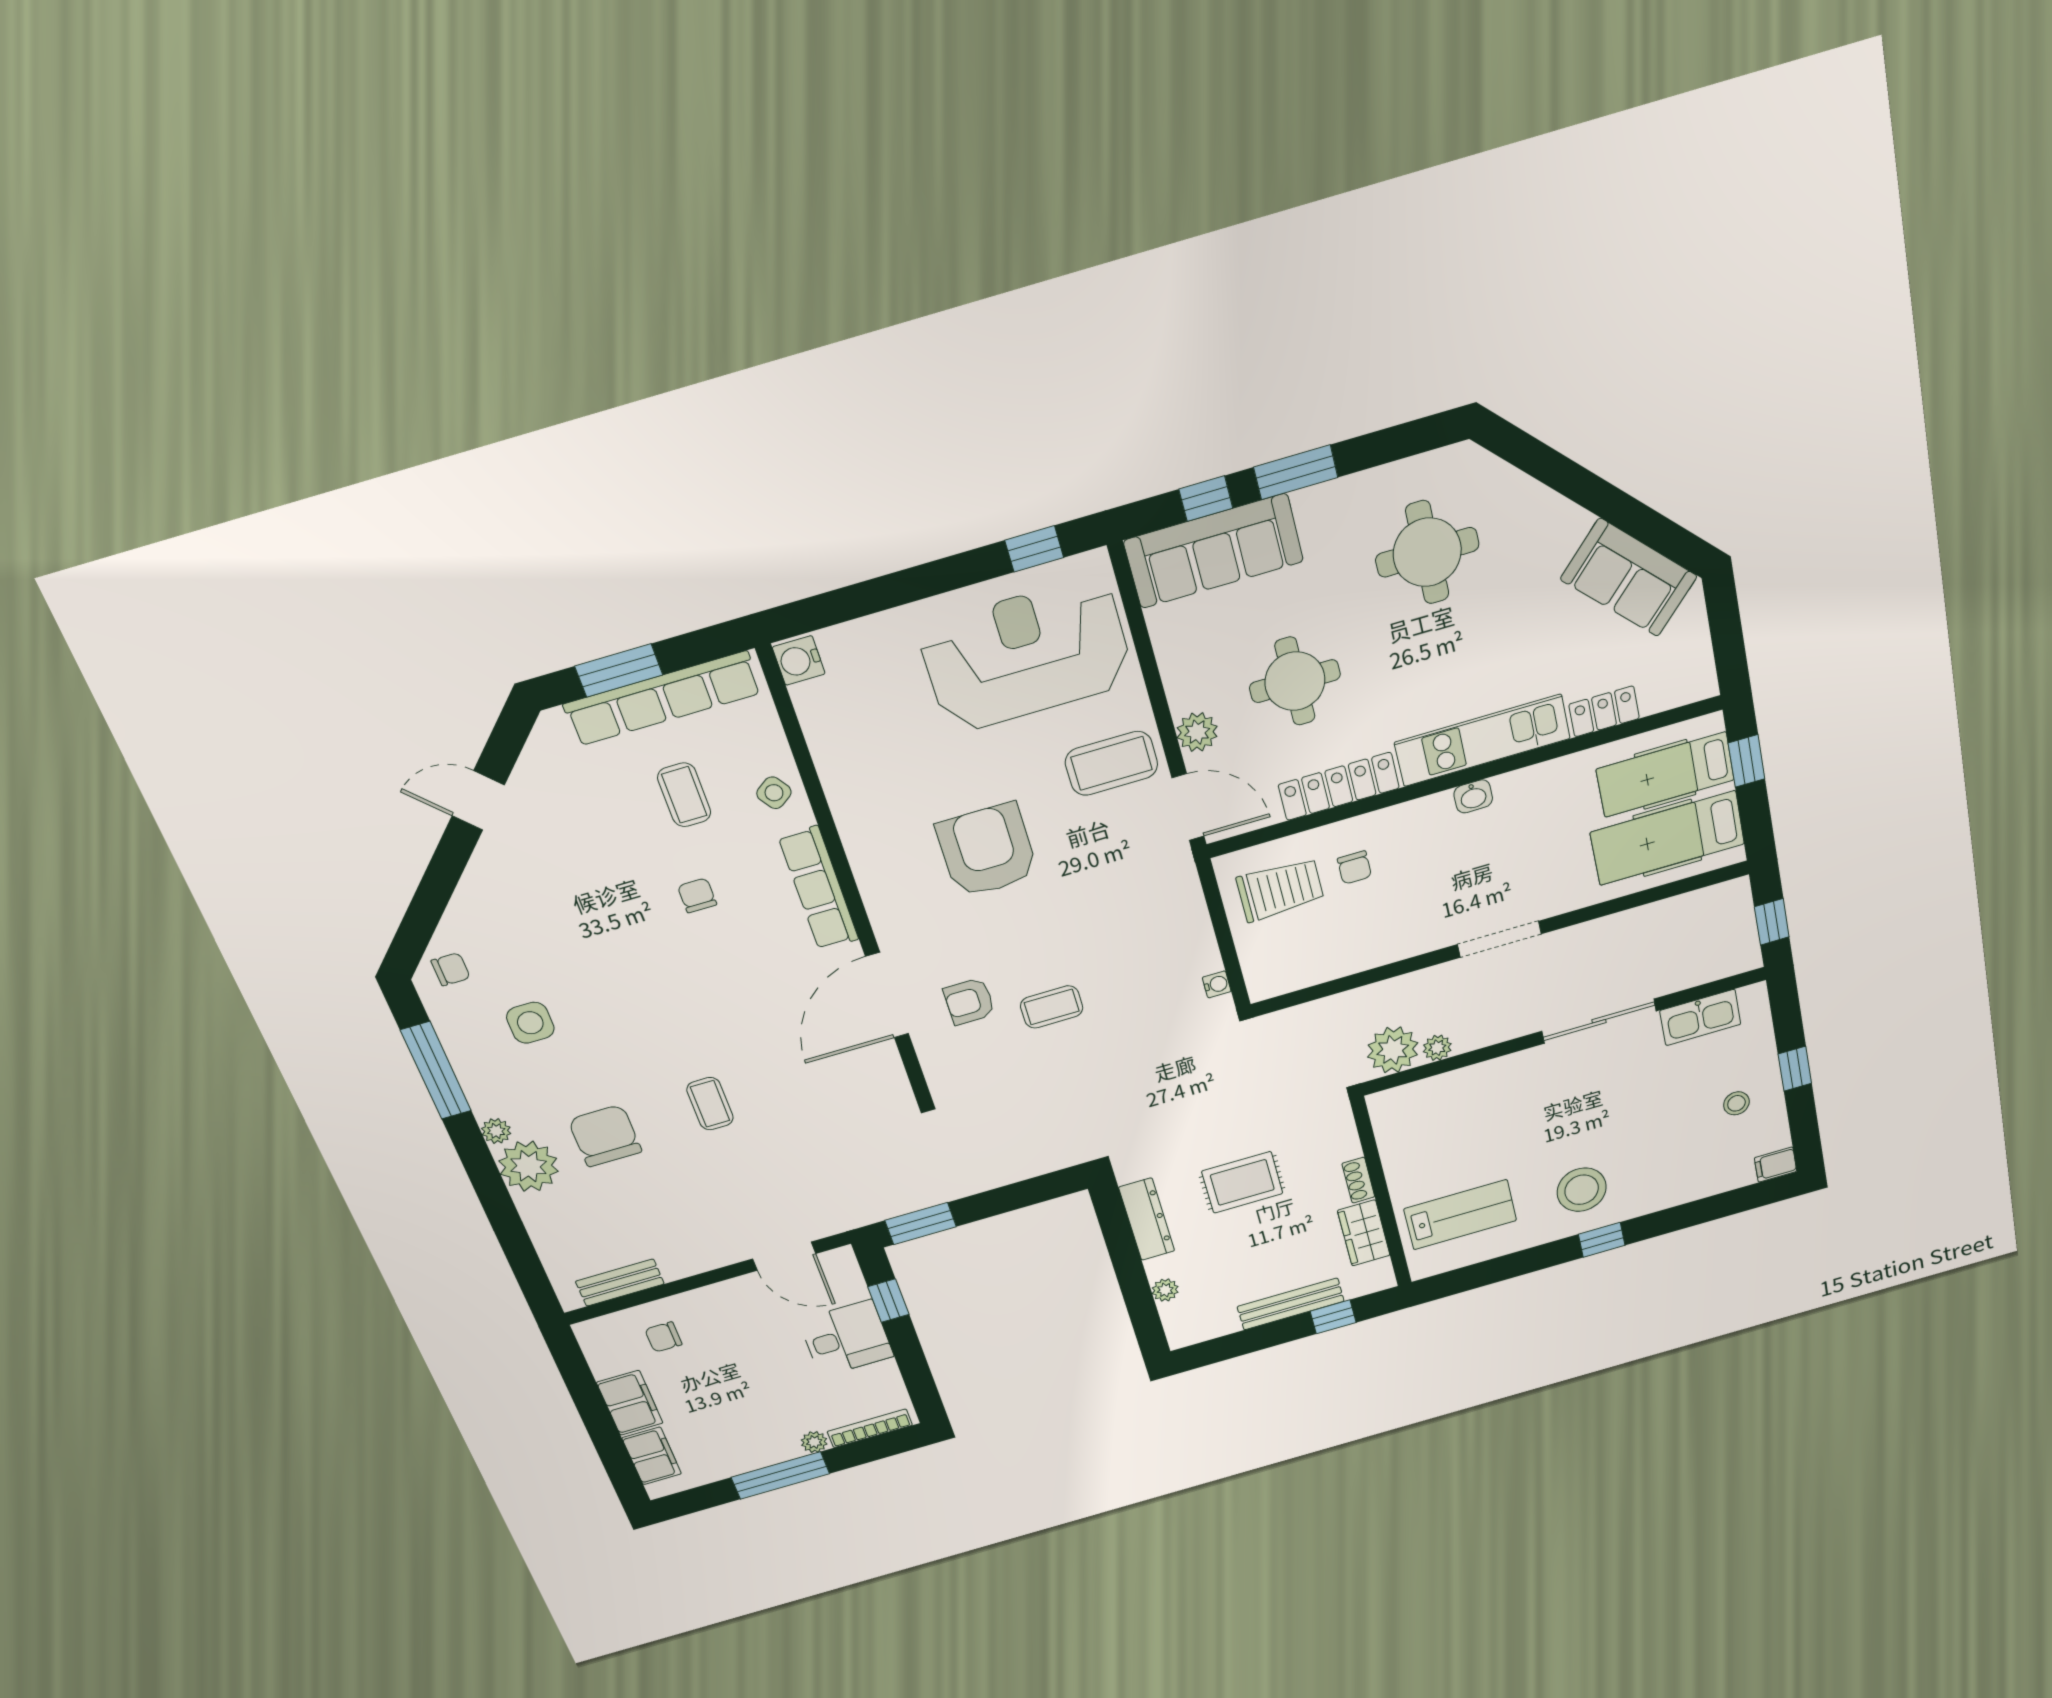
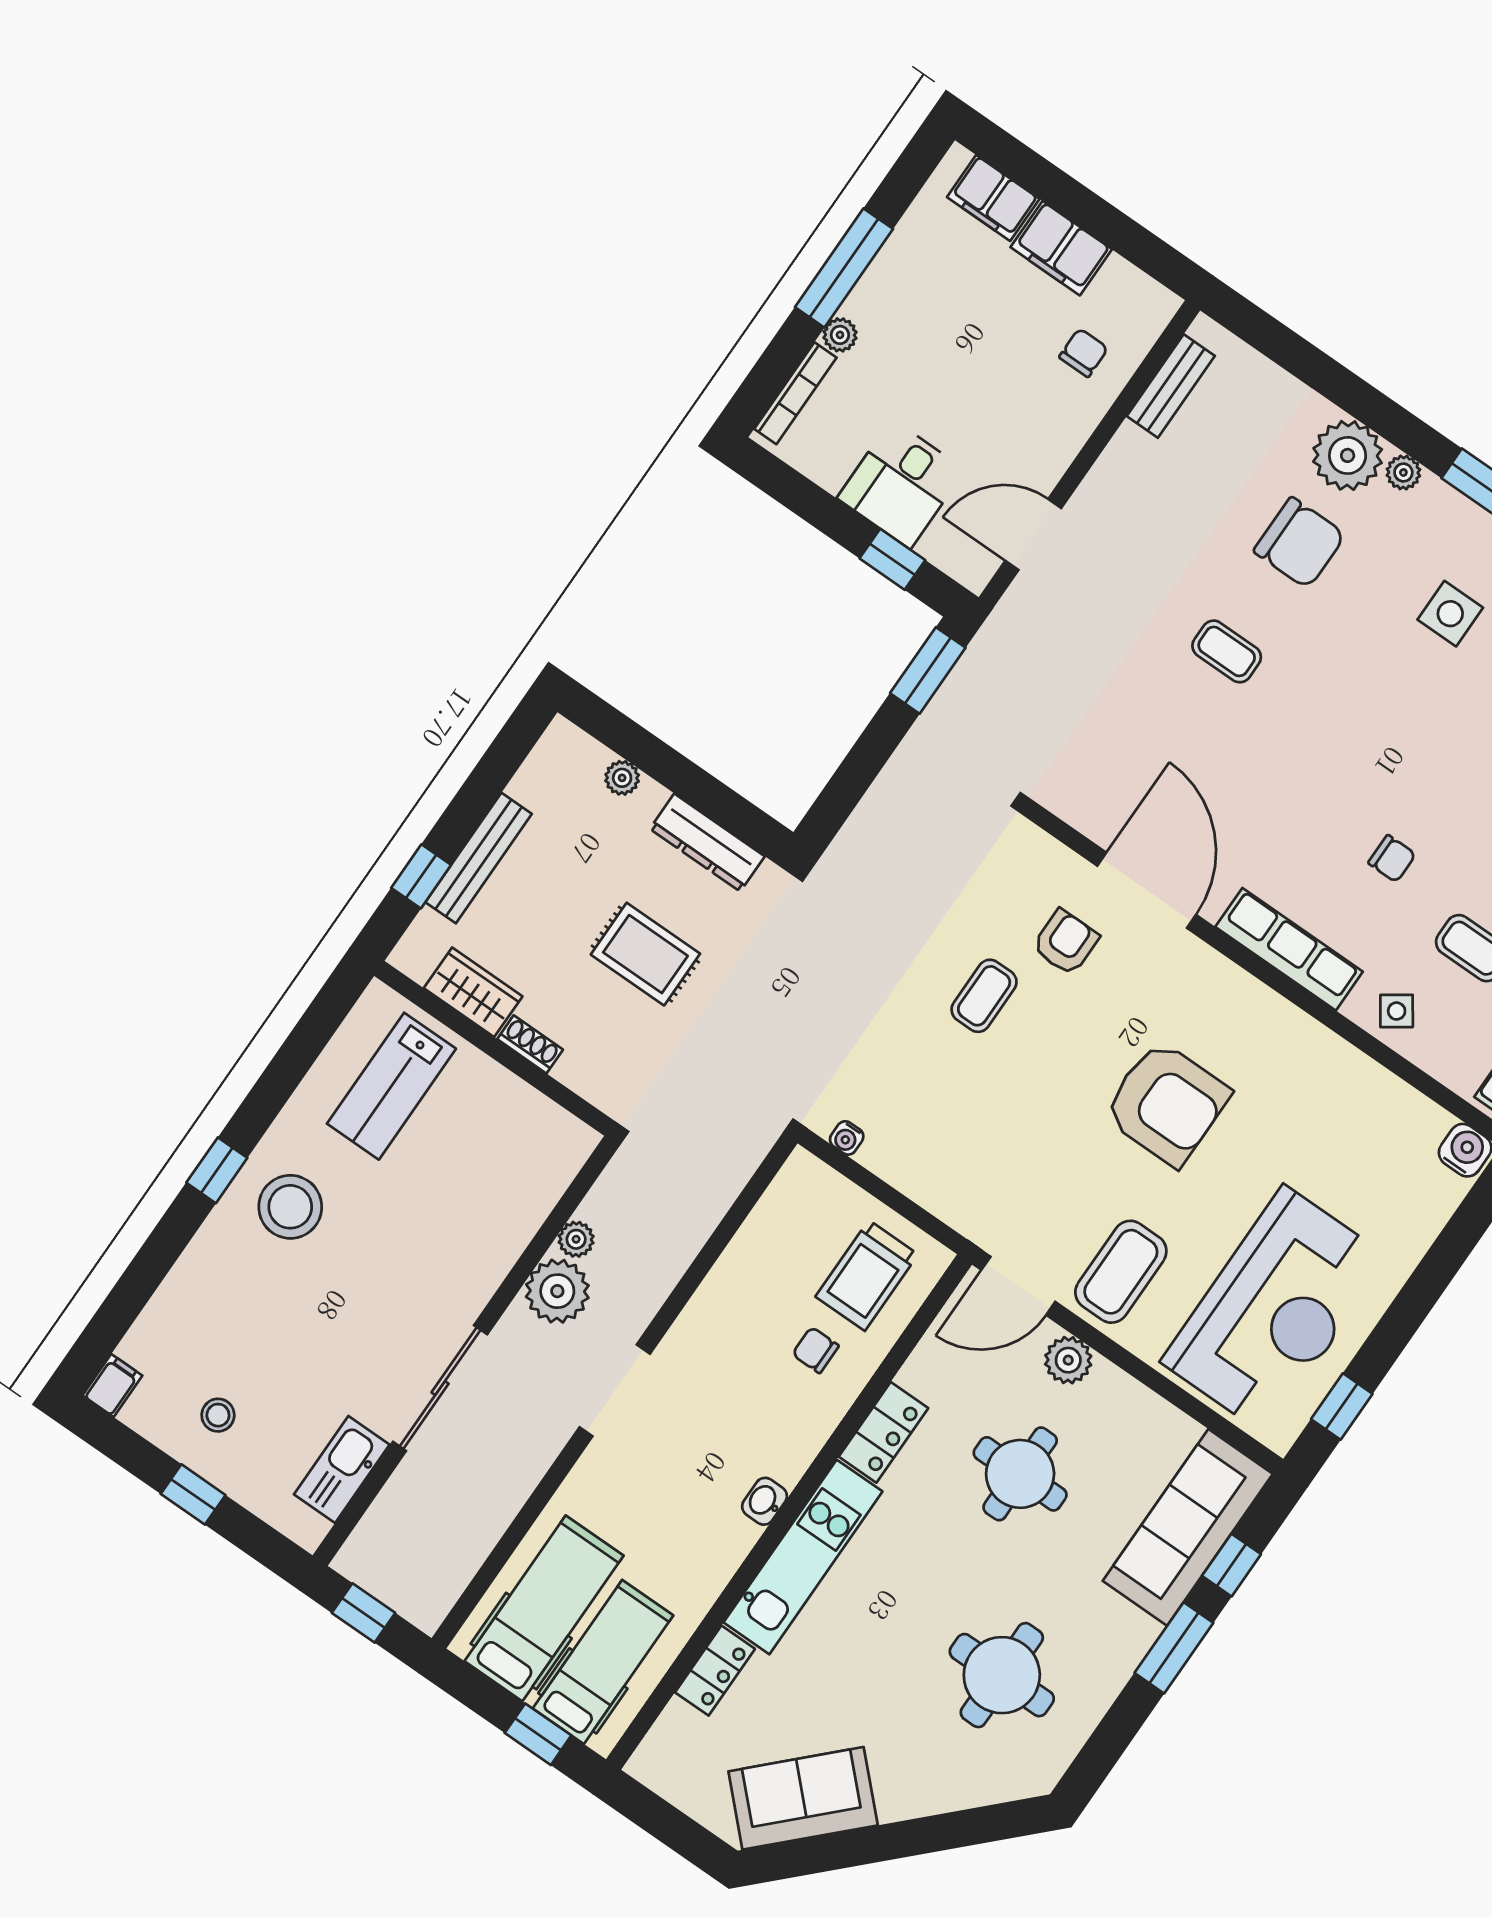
locker: (1339, 786) -> (884, 1432), width x0.66
plant: (1393, 1050) -> (557, 1291), moved
rug: (1242, 1182) -> (645, 954), turned 90

